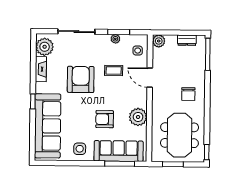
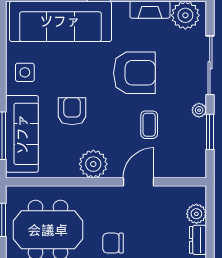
plant: (115, 39) -> (199, 110), moved
plant: (159, 41) -> (196, 214), moved
side table: (138, 51) -> (181, 162), removed
plant: (138, 117) -> (93, 164), moved

